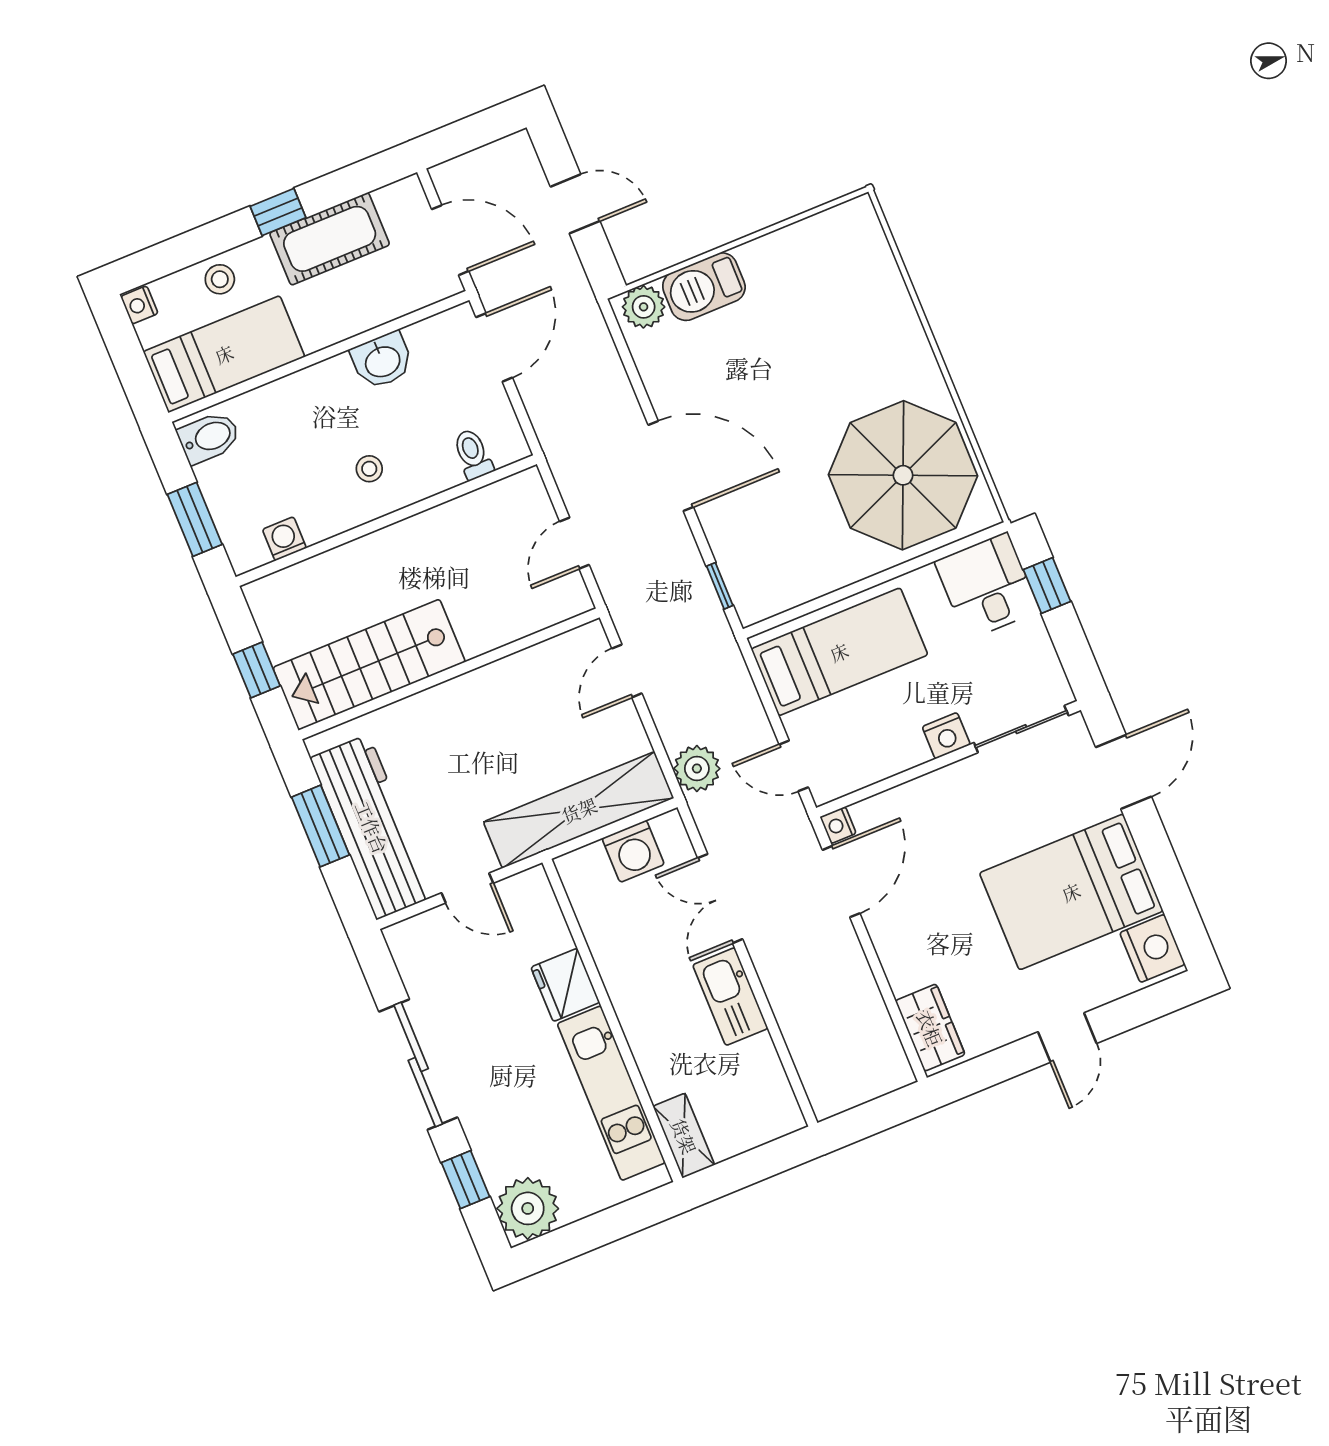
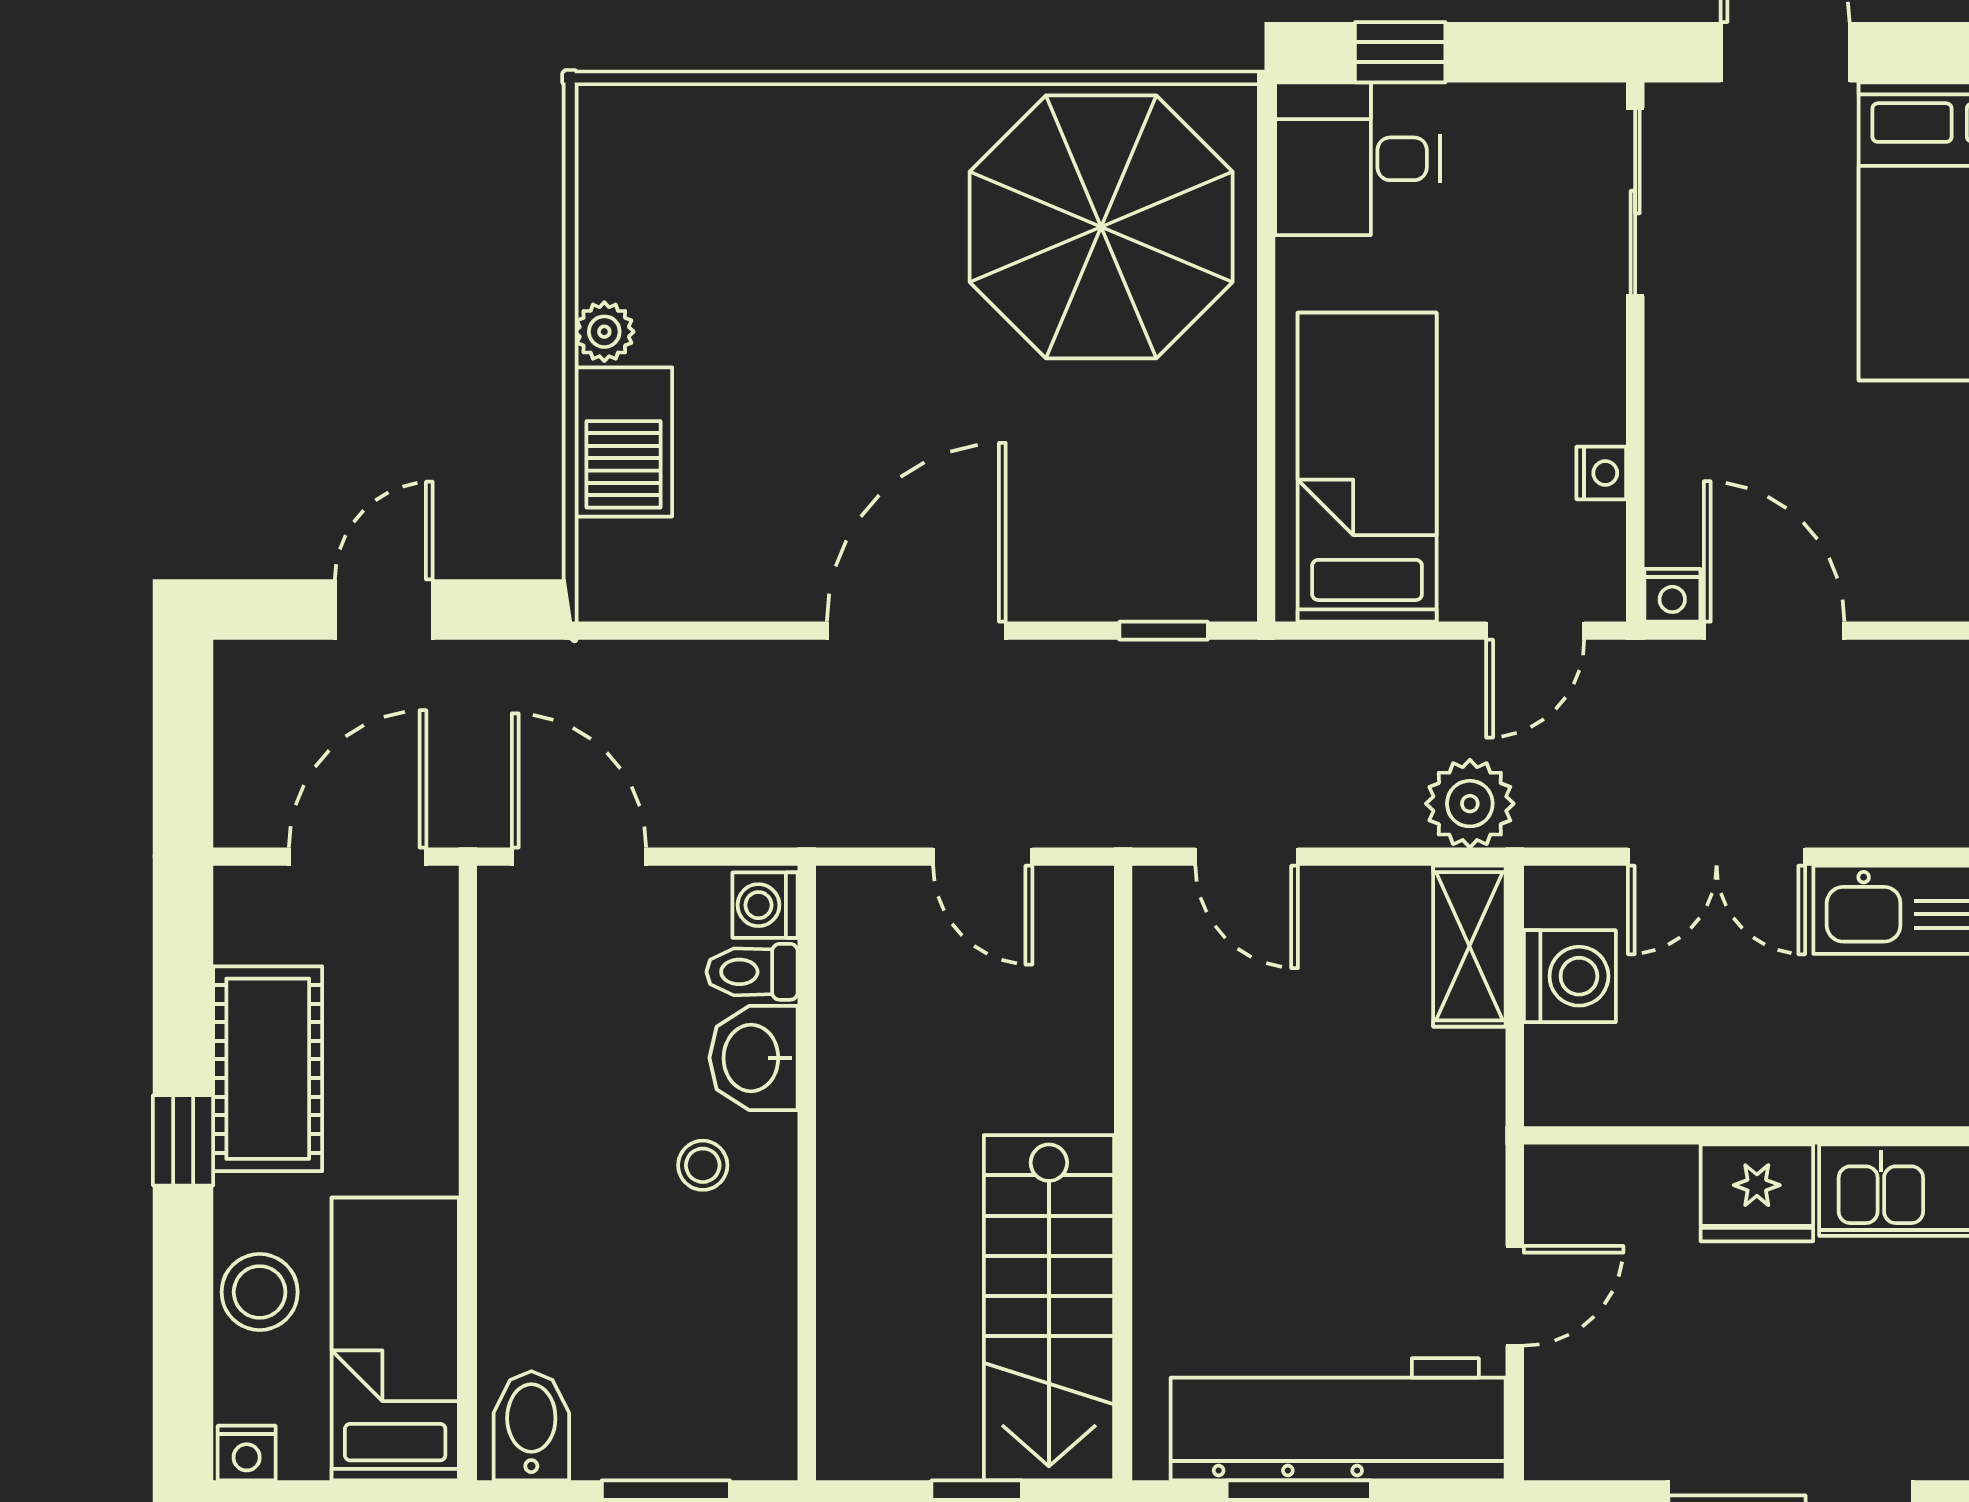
stool: (220, 279) -> (260, 1292), width x1.37, depth x1.37
plant: (644, 307) -> (604, 332), moved, width x0.73, depth x0.73
washbasin: (382, 361) -> (754, 1058), moved, turned 180
washing machine: (284, 539) -> (765, 905), moved
nightstand: (946, 736) -> (1601, 473), moved, width x0.72, depth x0.74
shelving: (579, 810) -> (1469, 946), width x0.45, depth x0.75

